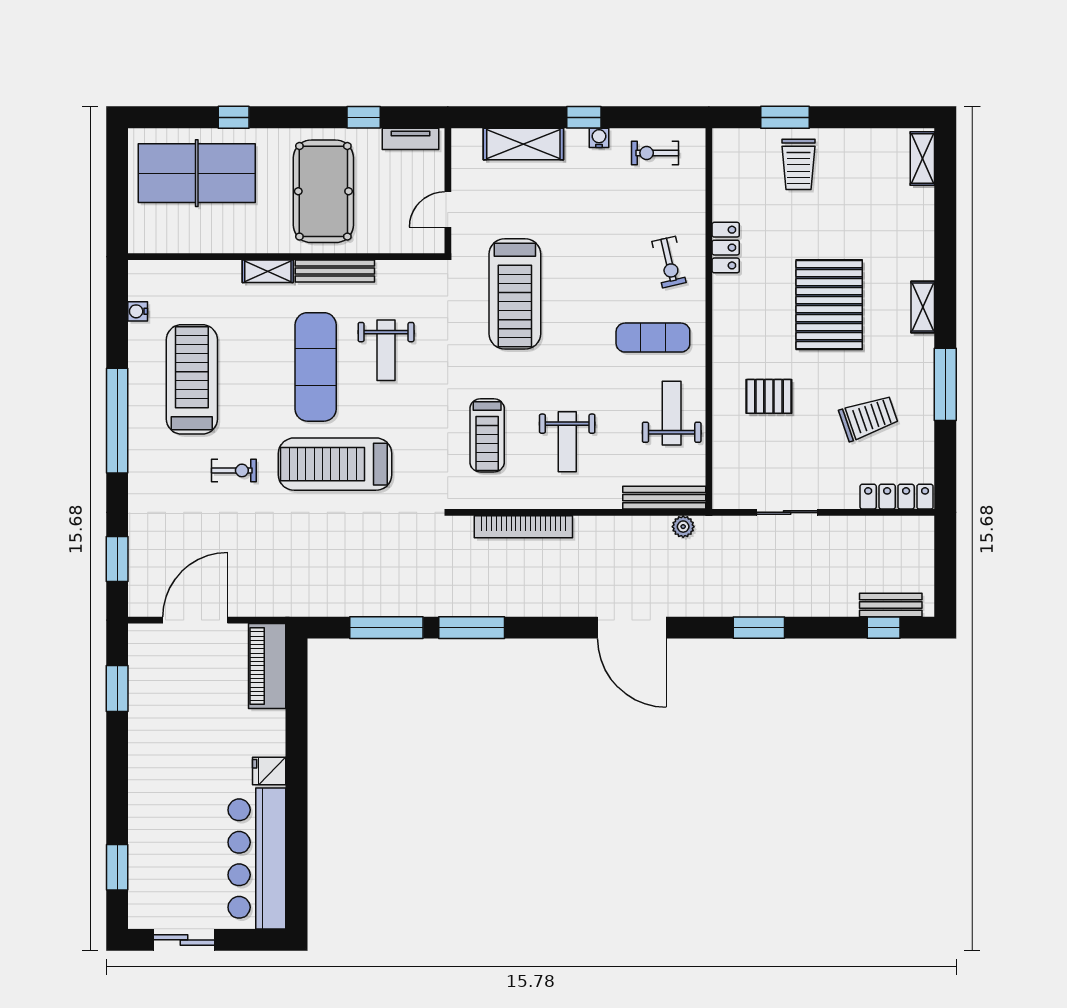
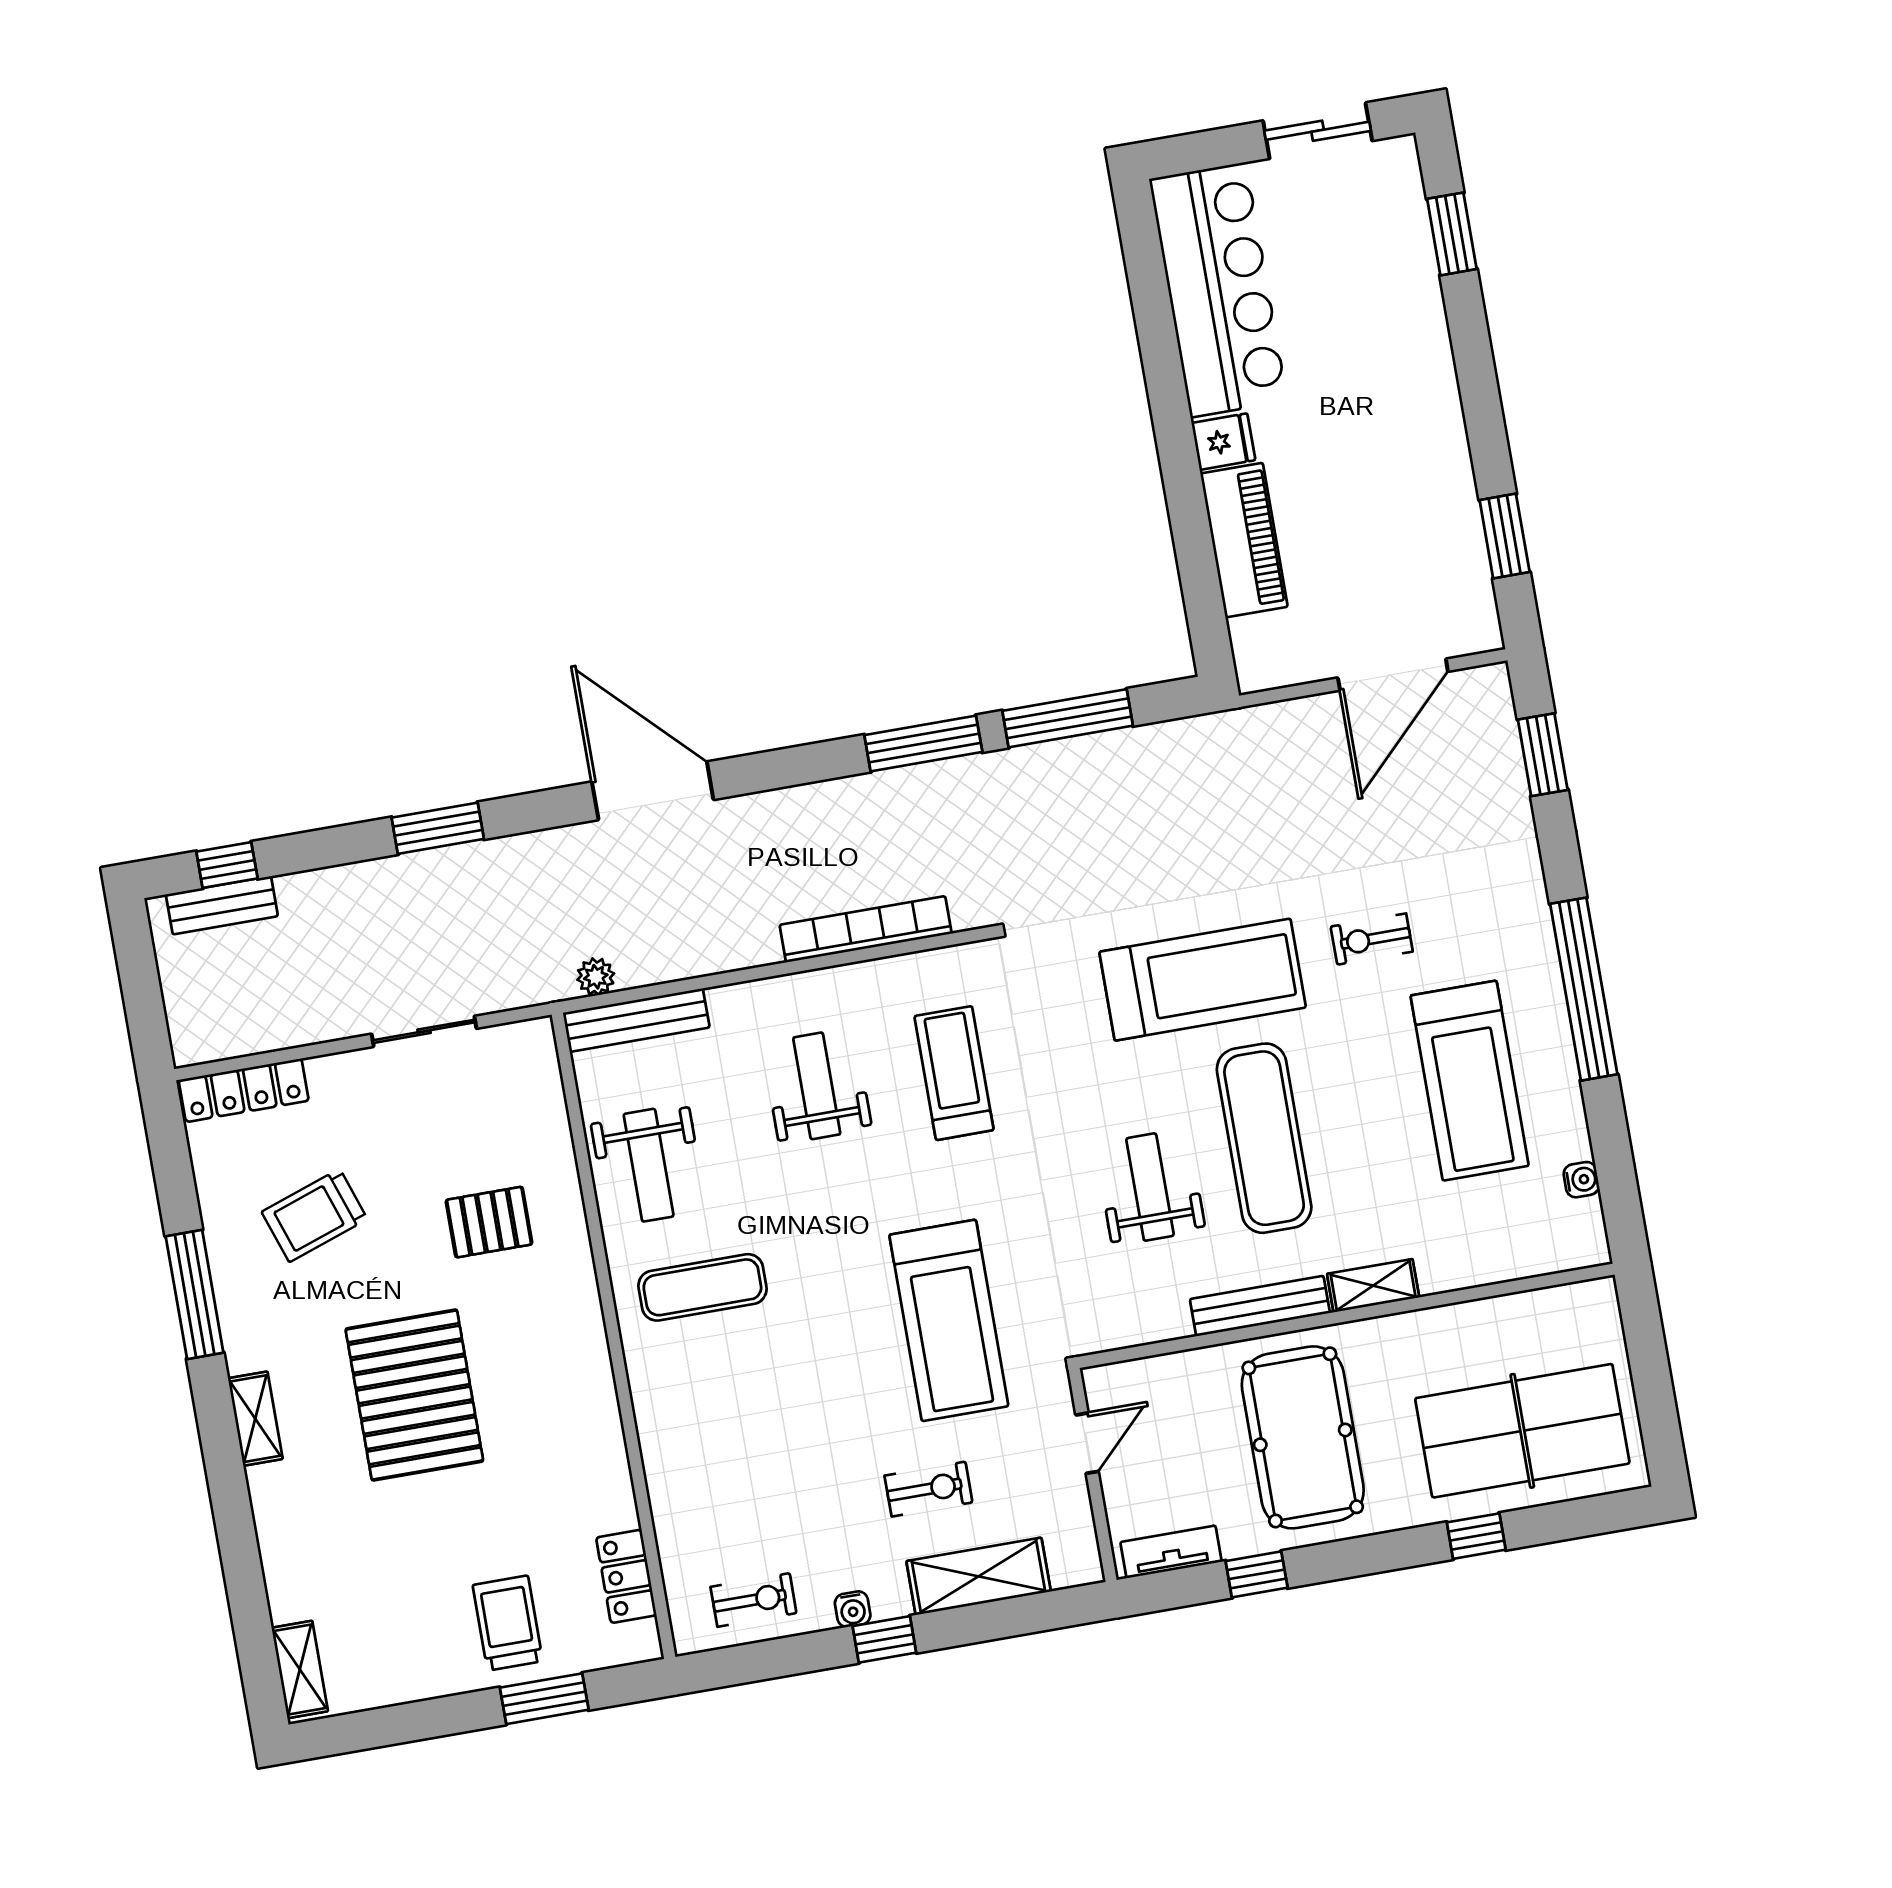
locker: (726, 248) -> (626, 1576), moved
exercise bike: (669, 262) -> (928, 1489), moved, turned 103
treadmill: (515, 294) -> (949, 1320), turned 180
piano: (267, 666) -> (1244, 540), moved

